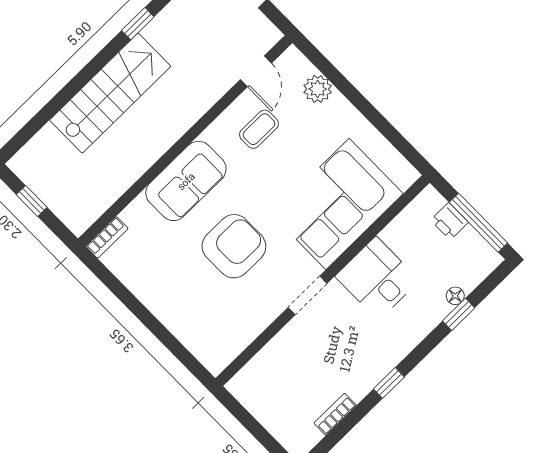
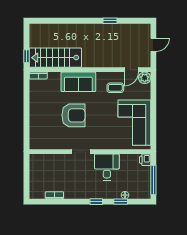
plant: (318, 89) -> (145, 78), moved
stairs: (110, 93) -> (55, 58), moved, turned 180
window: (32, 201) -> (26, 56), moved
corner sofa: (338, 204) -> (134, 123), moved, turned -90
printer: (449, 221) -> (145, 160), moved
window: (389, 383) -> (96, 202), moved

